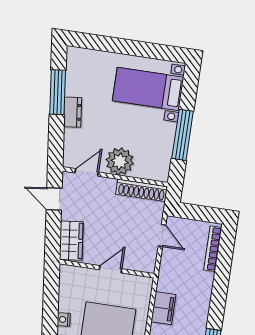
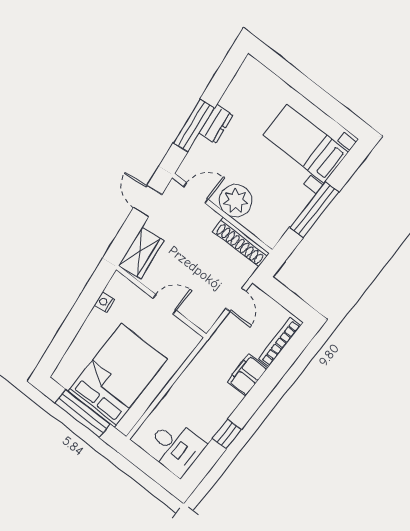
window: (58, 92) -> (194, 125), moved
filing cabinet: (163, 308) -> (247, 375), moved, turned 180
nightstand: (64, 319) -> (104, 302), moved

